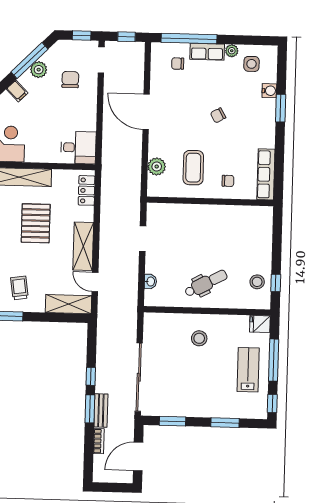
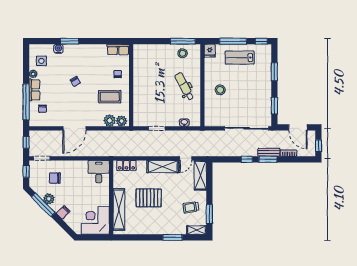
row of seats: (266, 174) -> (118, 50), width x0.68
plant: (155, 185) -> (122, 121), added
window: (276, 283) -> (183, 41), width x2.17
window: (109, 487) -> (318, 146), added

